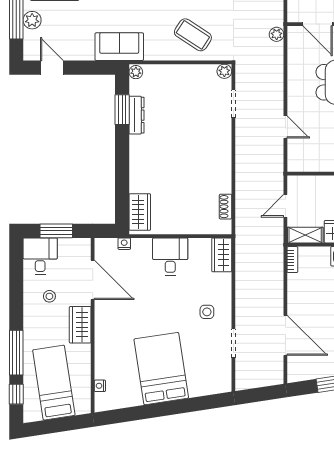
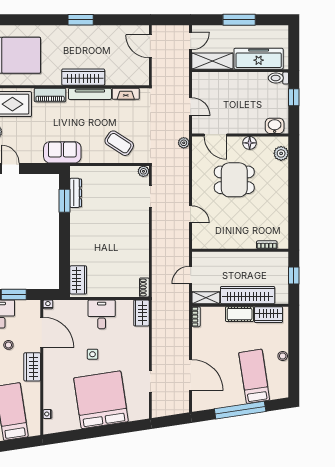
plant: (136, 72) -> (75, 172), removed
dresser: (137, 115) -> (76, 193), moved
shoe rack: (225, 207) -> (144, 287), moved
nightstand: (124, 244) -> (48, 304), moved
side table: (207, 312) -> (93, 354), moved
bed: (161, 369) -> (101, 400), width x1.36

